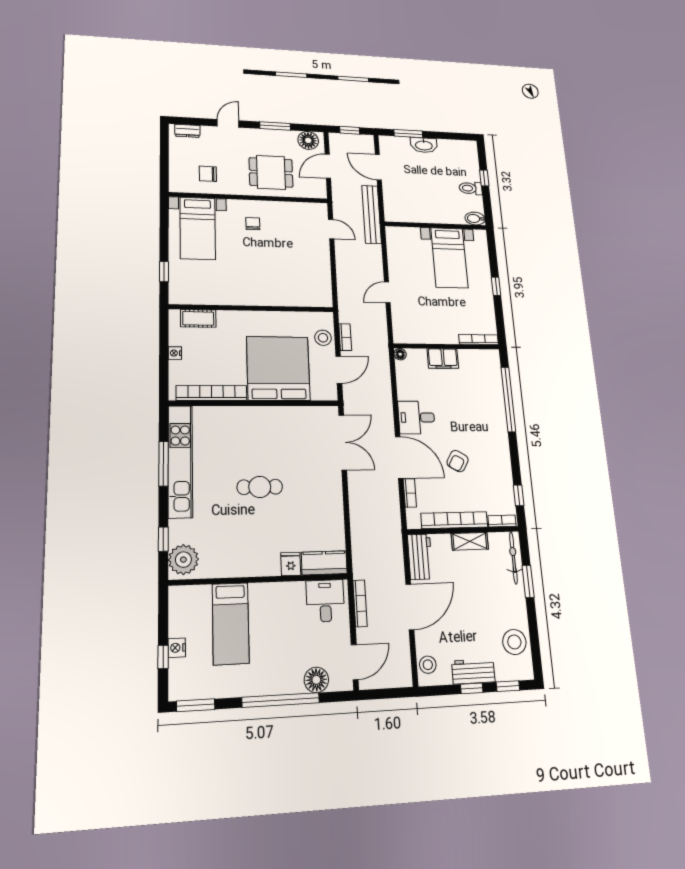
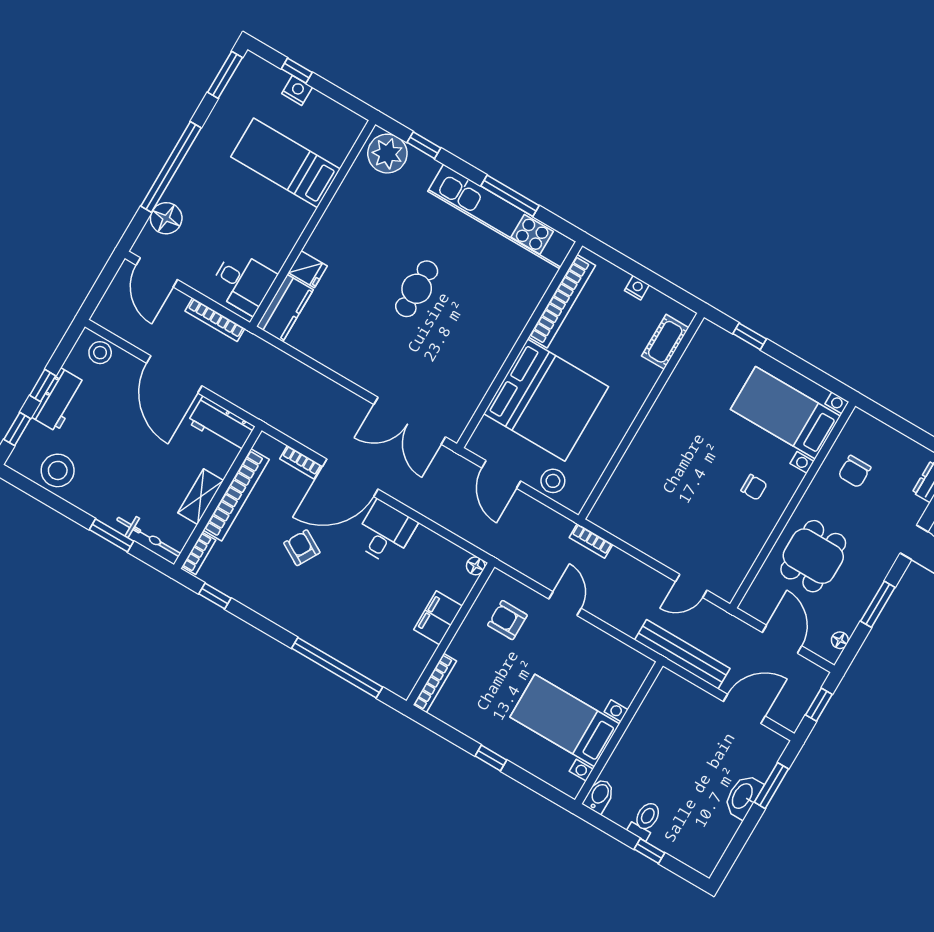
floor lamp: (308, 140) -> (840, 640), width x0.53, depth x0.53
chair: (208, 174) -> (855, 471), turned 180
armchair: (418, 319) -> (507, 620), added
bookcase: (345, 337) -> (591, 541), moved

